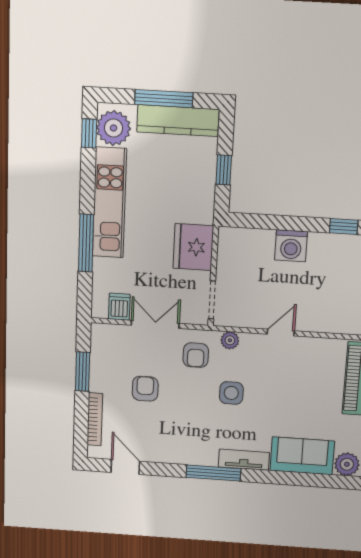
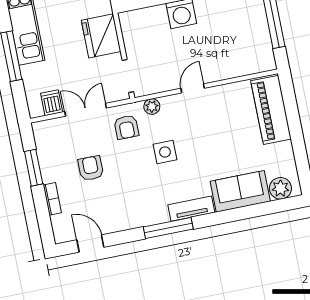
bookcase: (95, 419) -> (52, 199), width x0.64

